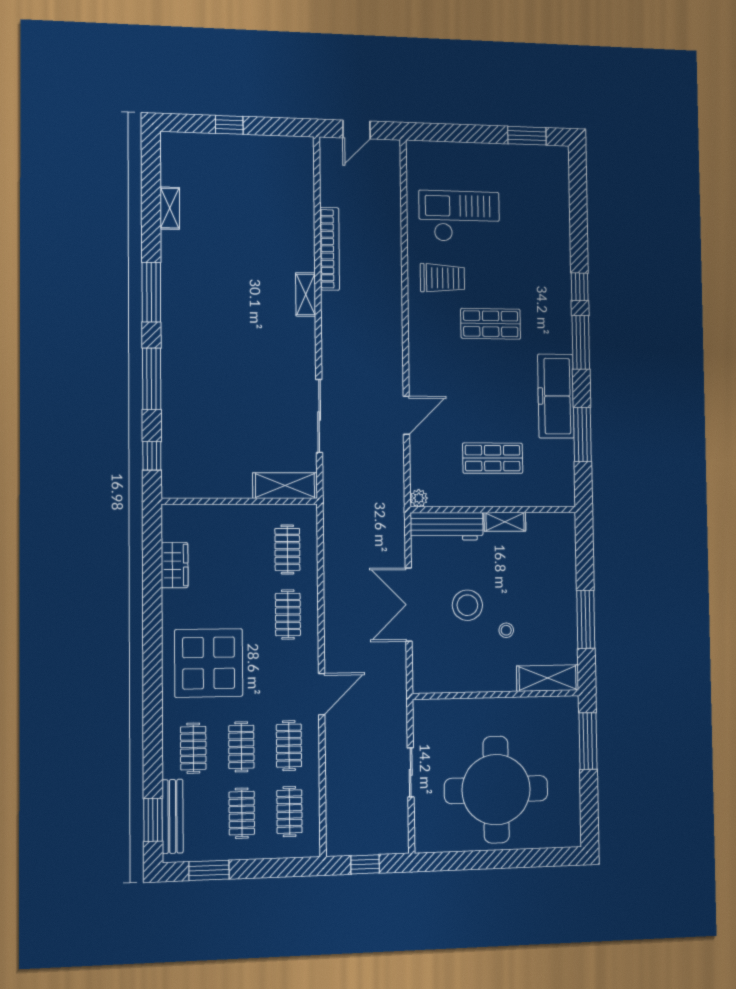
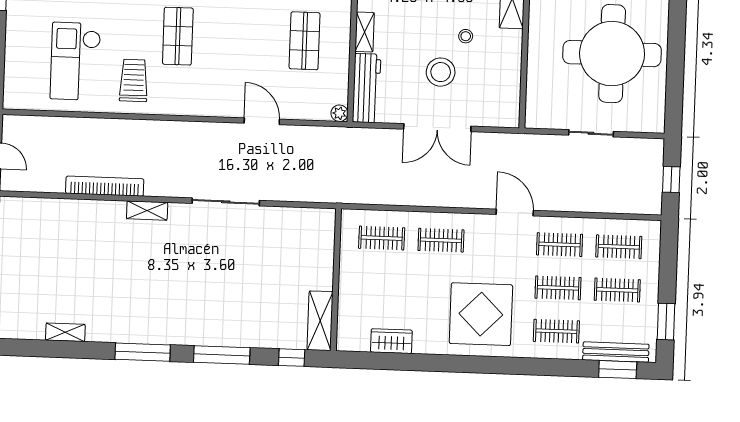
sliding door: (319, 416) -> (226, 202), moved
shelving: (285, 486) -> (320, 321), moved

